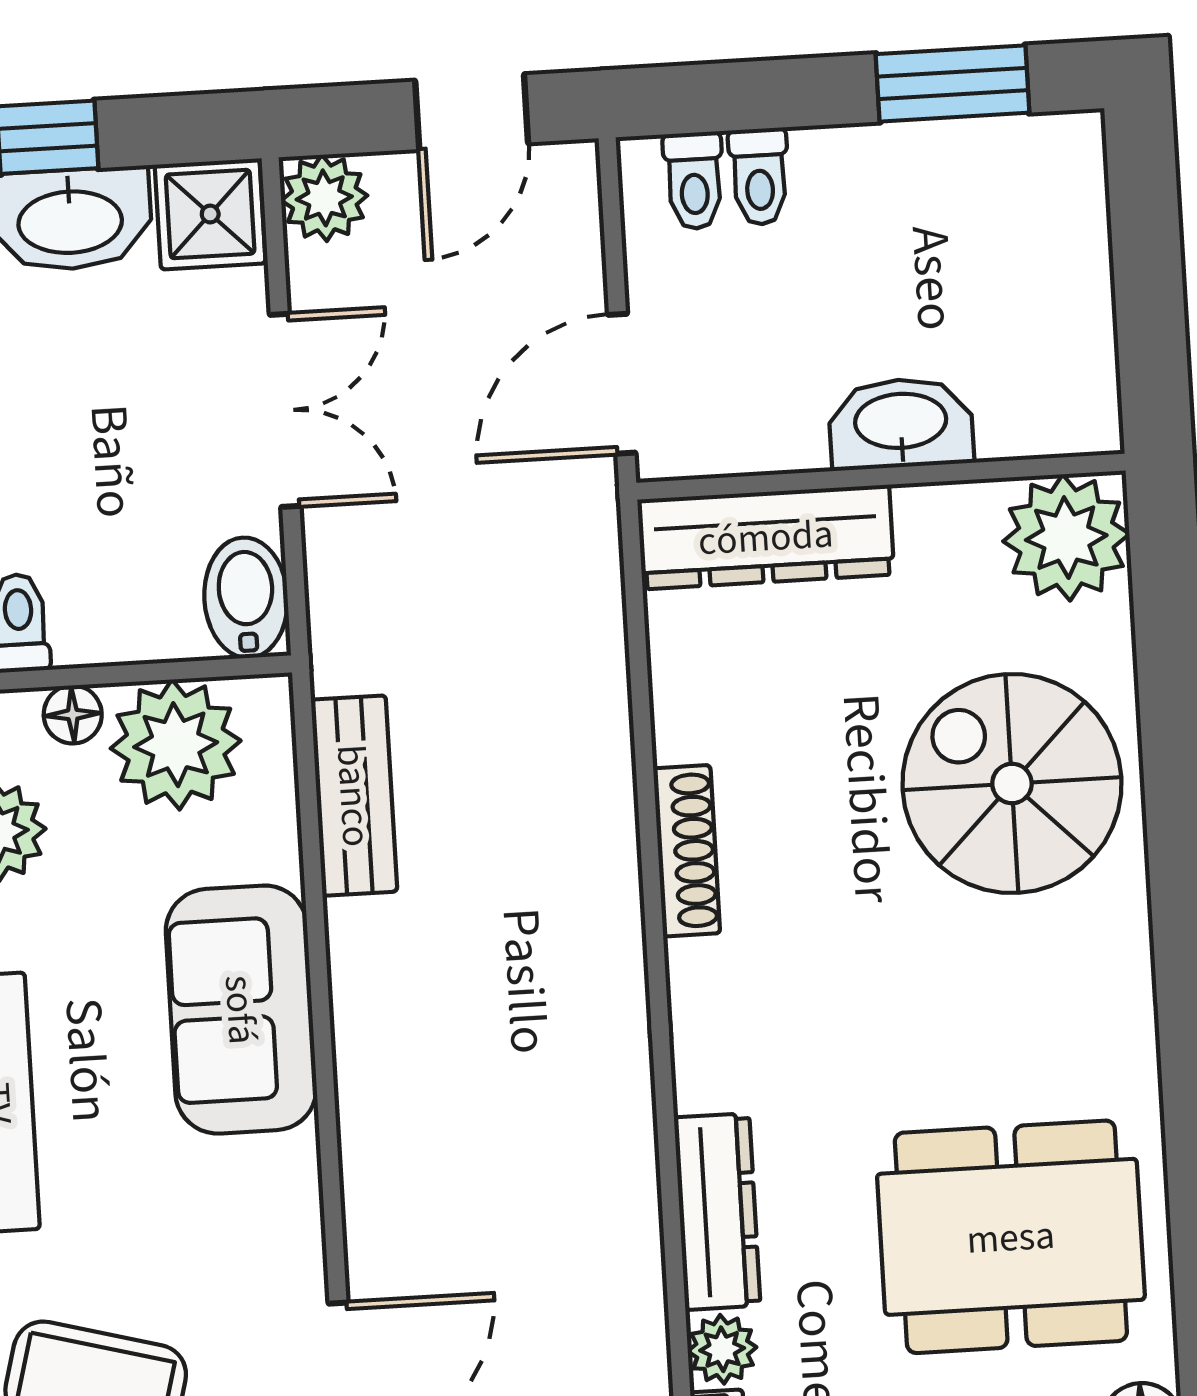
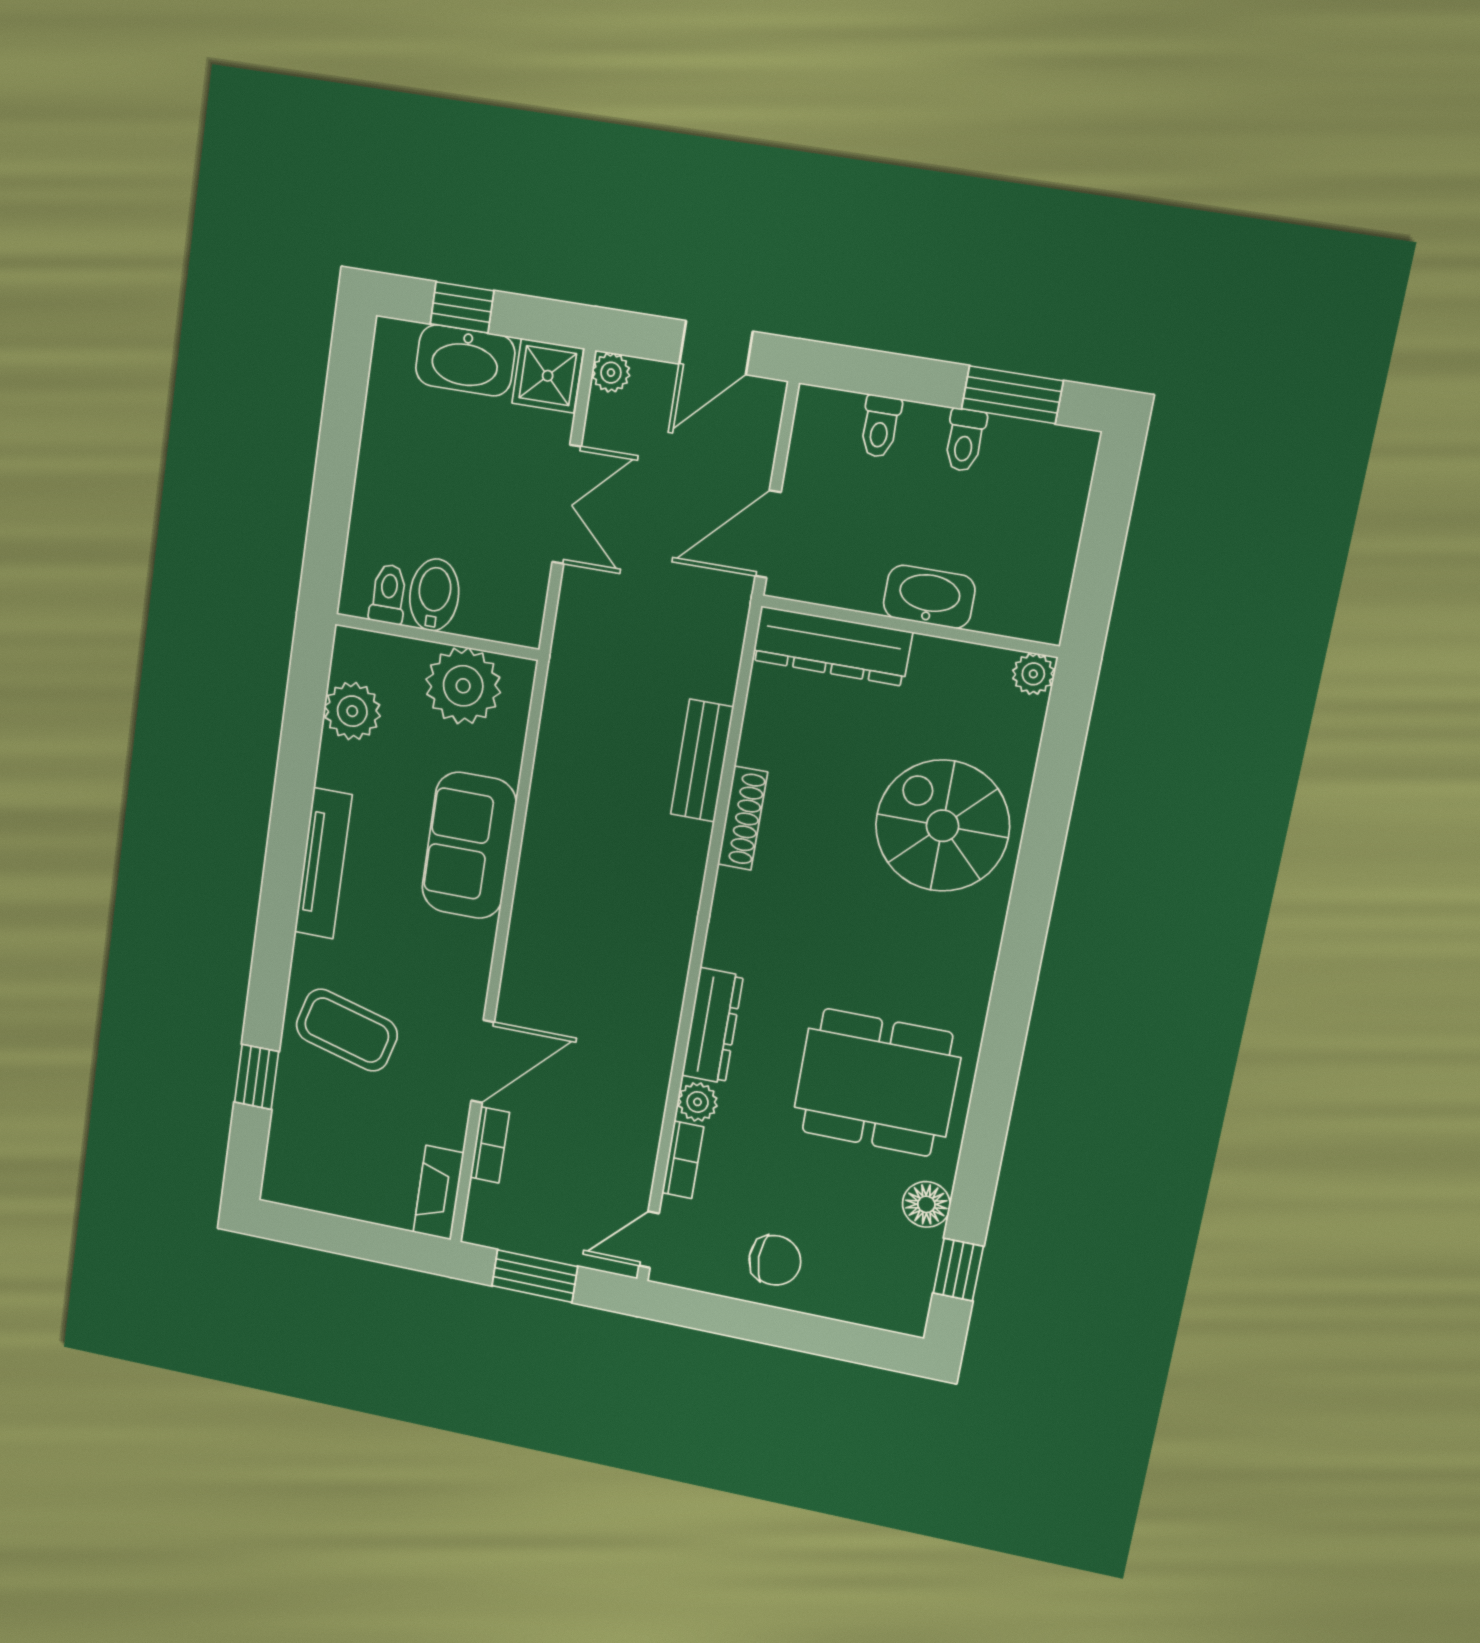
toilet: (694, 181) -> (965, 440), moved
plant: (324, 198) -> (611, 373), width x0.73, depth x0.73
plant: (1066, 538) -> (1033, 674), width x0.53, depth x0.53
bidet: (246, 598) -> (434, 595), moved
floor lamp: (73, 714) -> (408, 654), removed
bench: (354, 796) -> (702, 761), moved

